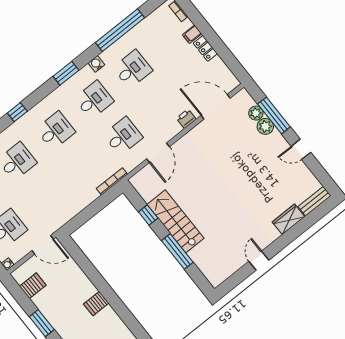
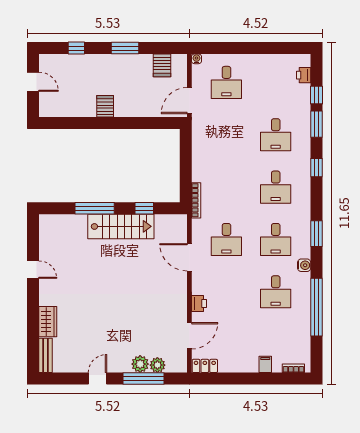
locker: (205, 48) -> (205, 366), moved
door: (216, 107) -> (189, 336), width x0.73

